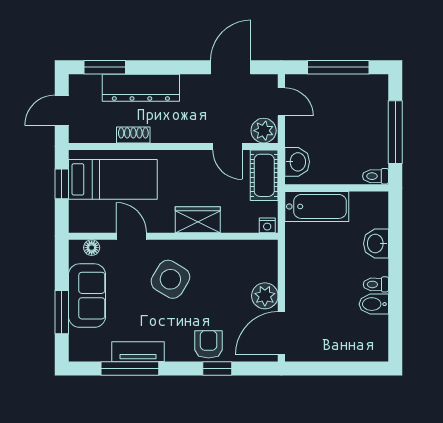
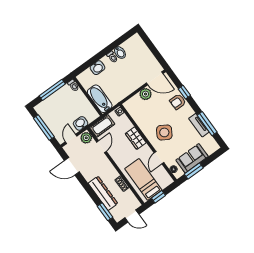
washbasin: (297, 162) -> (81, 123), moved
window: (62, 312) -> (194, 171), moved

